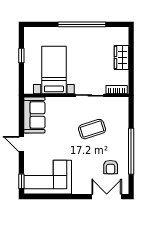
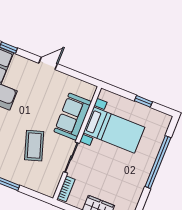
window: (82, 24) -> (158, 162), moved
sofa: (34, 115) -> (73, 117), moved, turned 90

